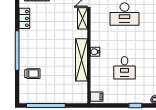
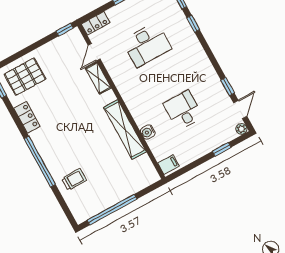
water cooler: (95, 52) -> (148, 132), moved
desk: (125, 68) -> (183, 110), turned 180

